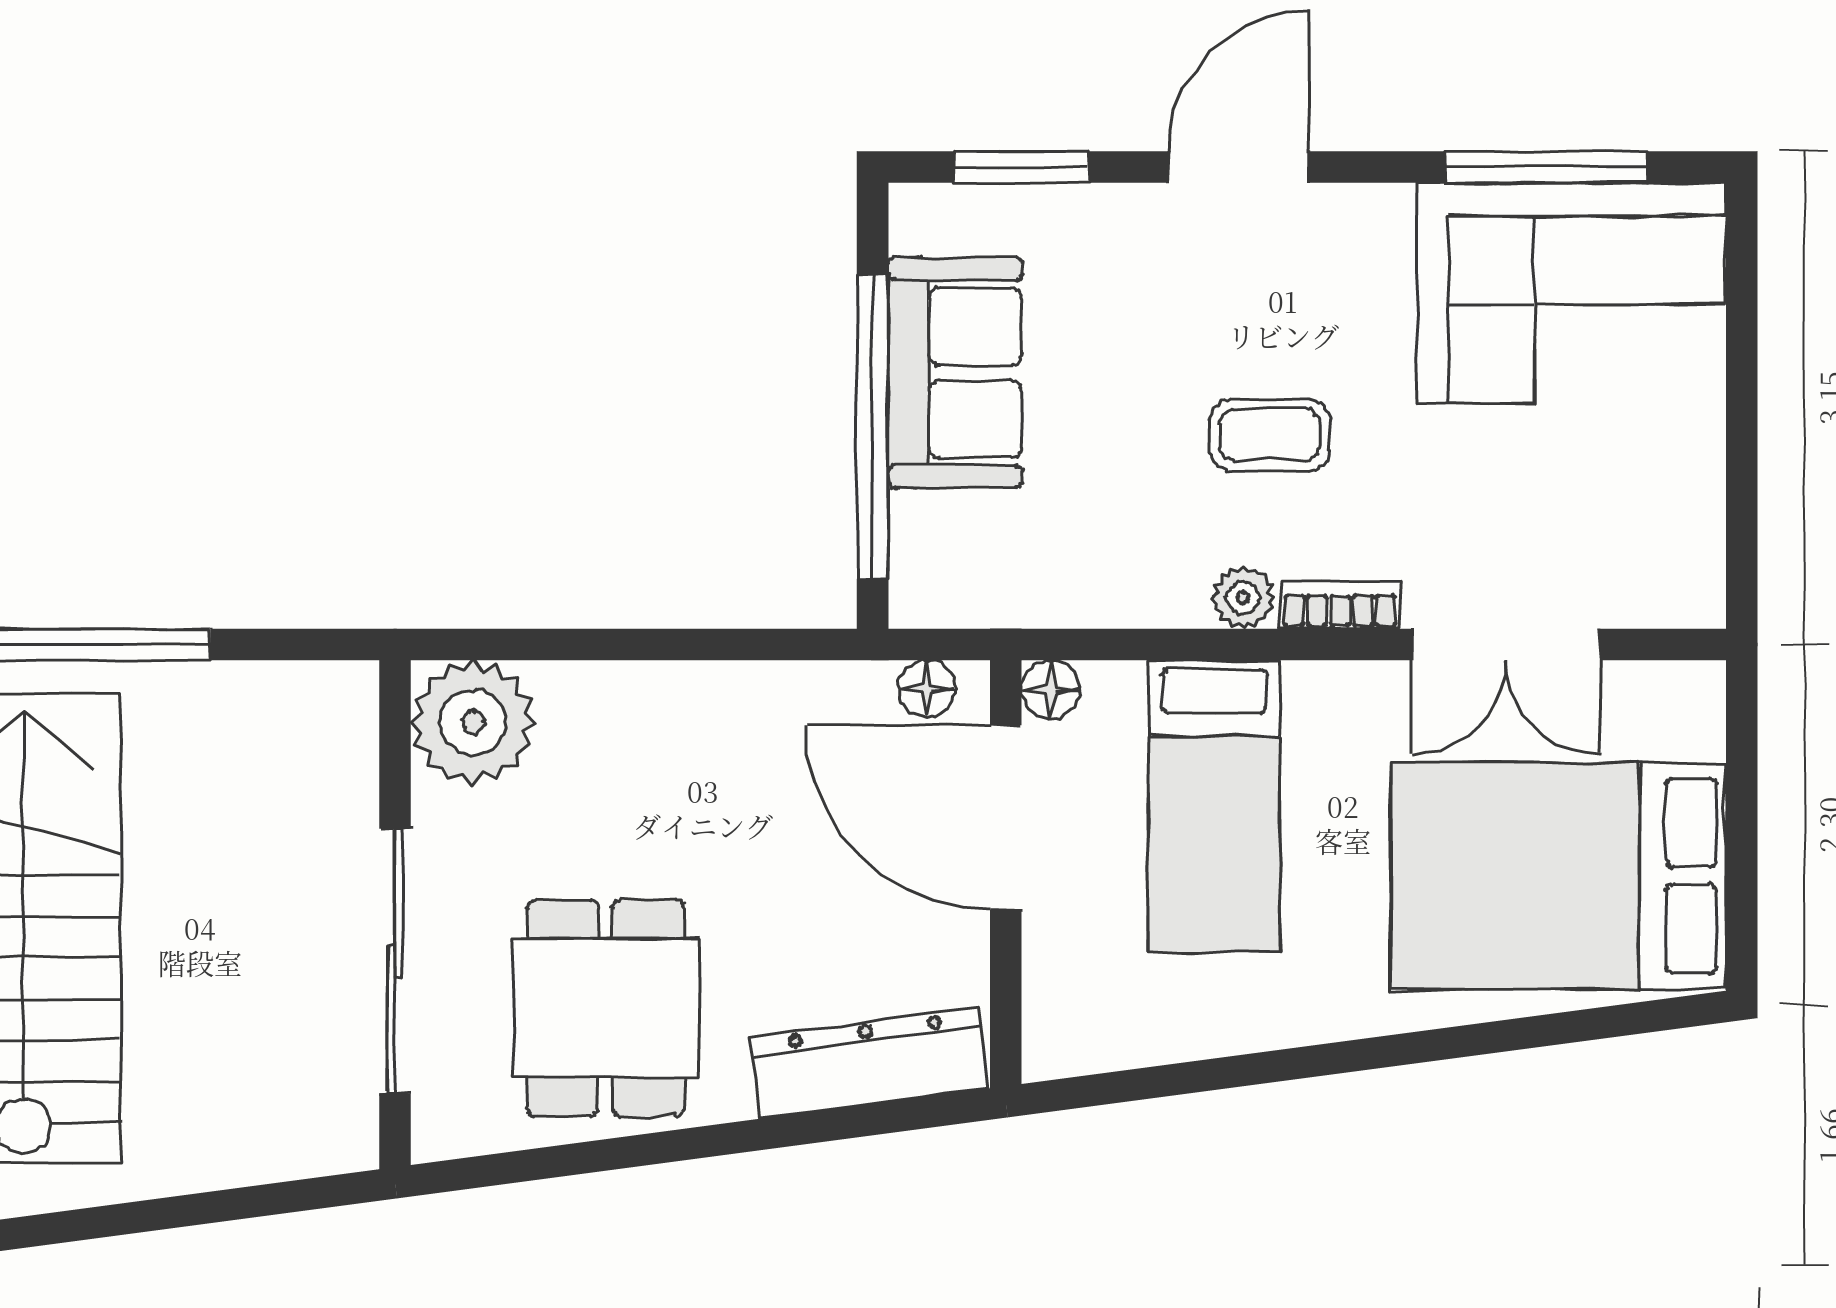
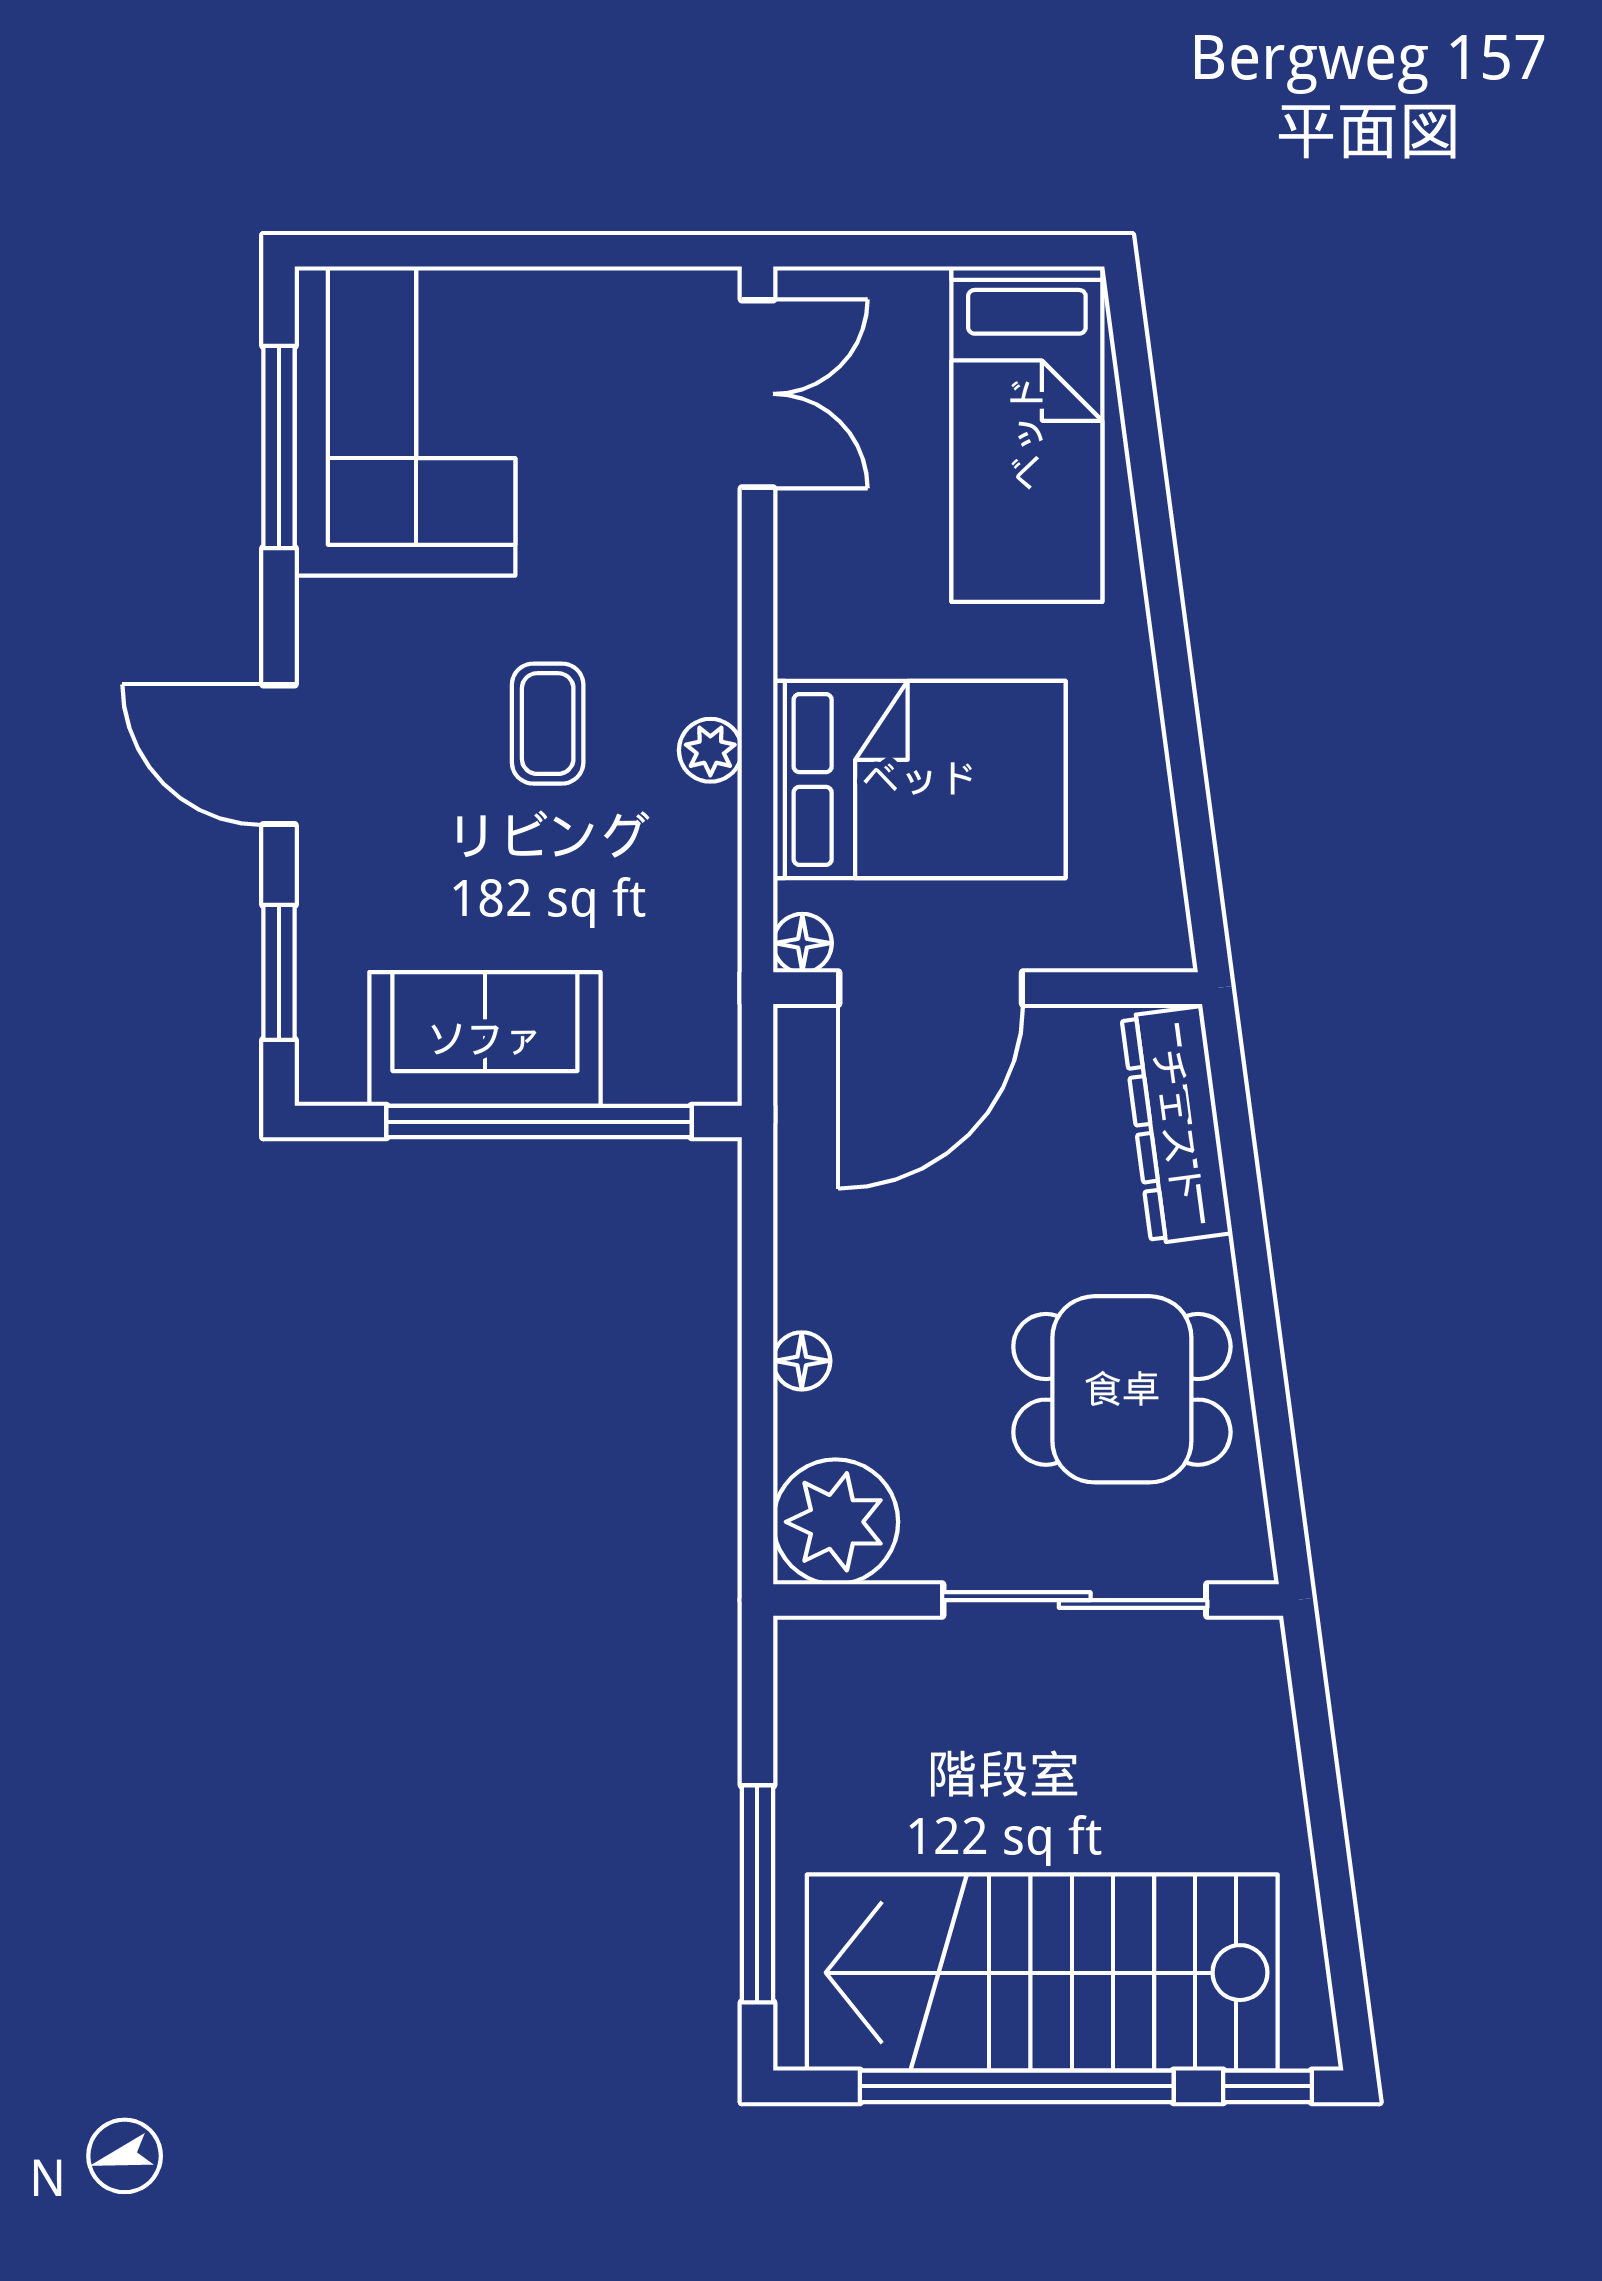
bookcase: (1340, 605) -> (718, 653), removed
double door: (1506, 644) -> (757, 394), moved
floor lamp: (927, 689) -> (802, 1361), moved
bed: (1214, 806) -> (919, 779), width x1.50
bed: (1559, 876) -> (1027, 434), width x0.67

